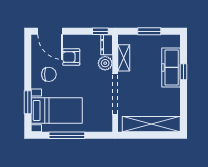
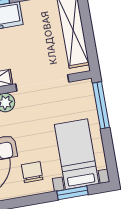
window: (67, 135) -> (101, 105), moved

